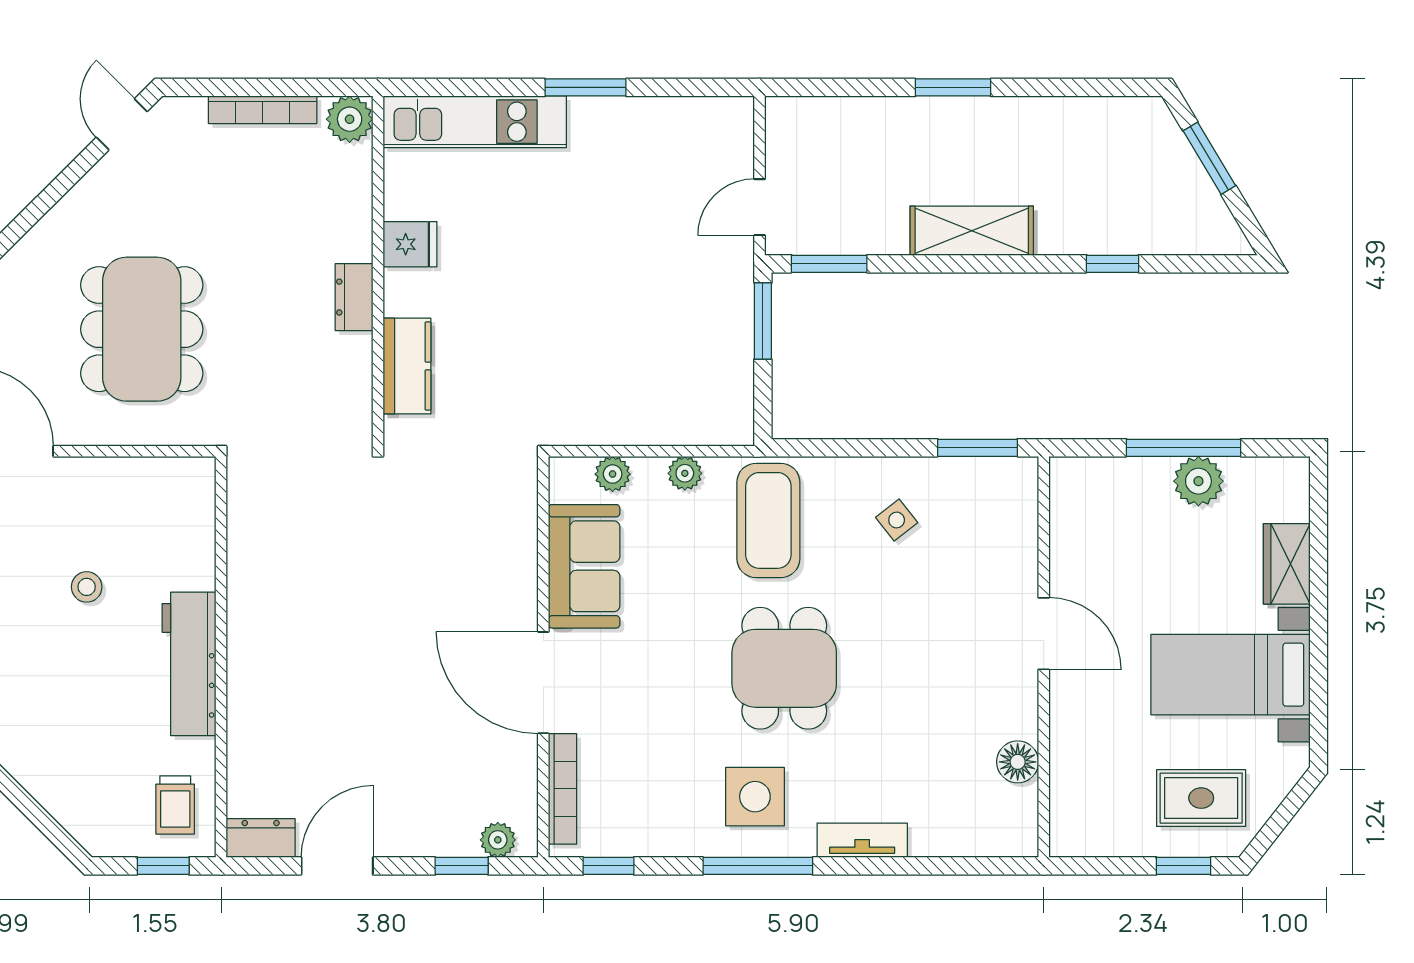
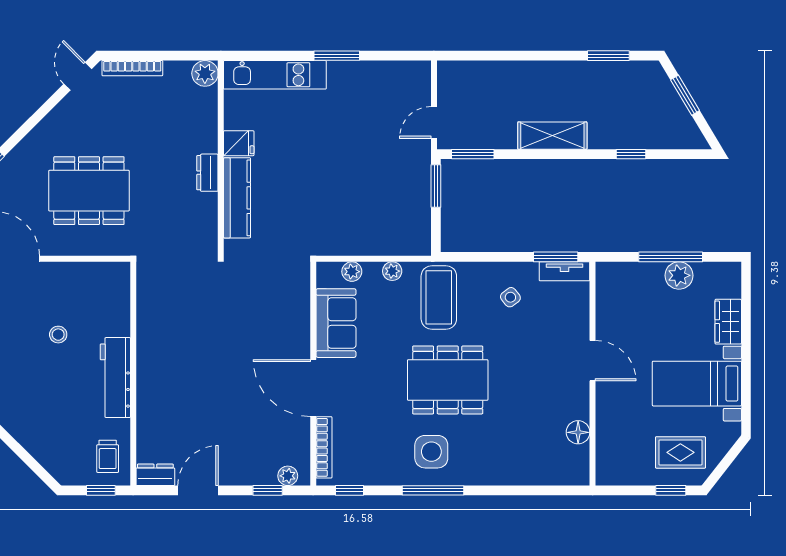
window: (953, 87) -> (608, 56), moved
bookcase: (263, 110) -> (132, 68), moved
dining table: (142, 329) -> (89, 191), turned 90
kitchen counter: (407, 366) -> (237, 198), width x1.50
dining table: (784, 668) -> (448, 380), width x1.38
tv unit: (862, 840) -> (565, 271), moved, turned 180

